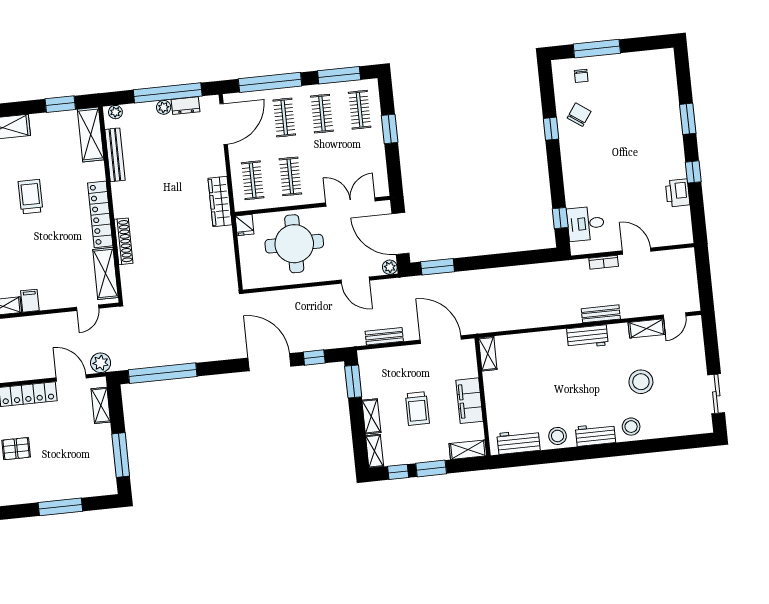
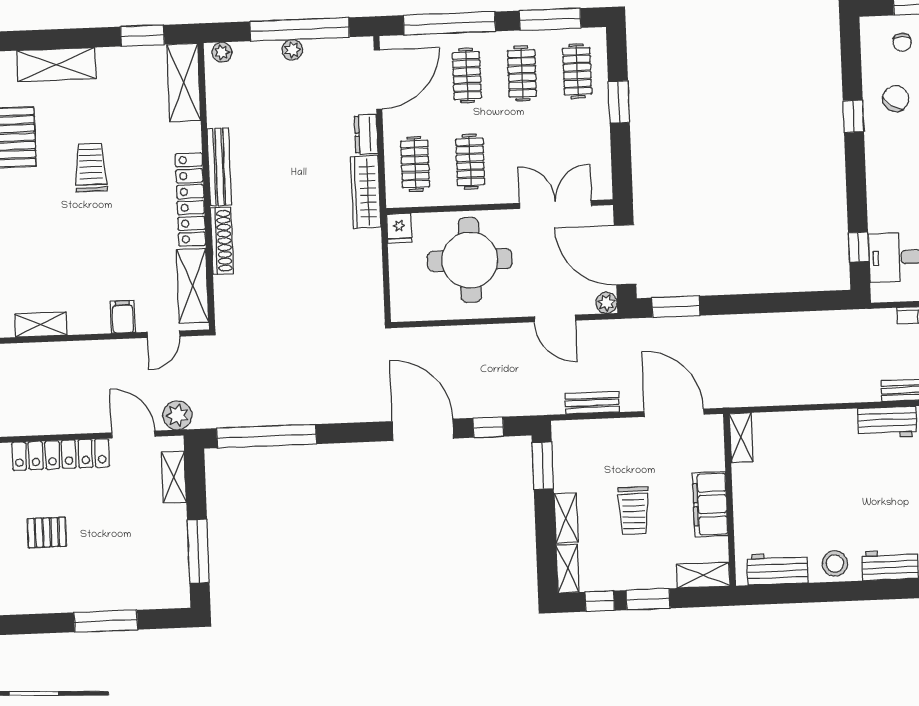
dresser: (186, 106) -> (366, 134), moved, turned 90
bench: (115, 155) -> (219, 167), moved
filing cabinet: (30, 301) -> (123, 317), moved

